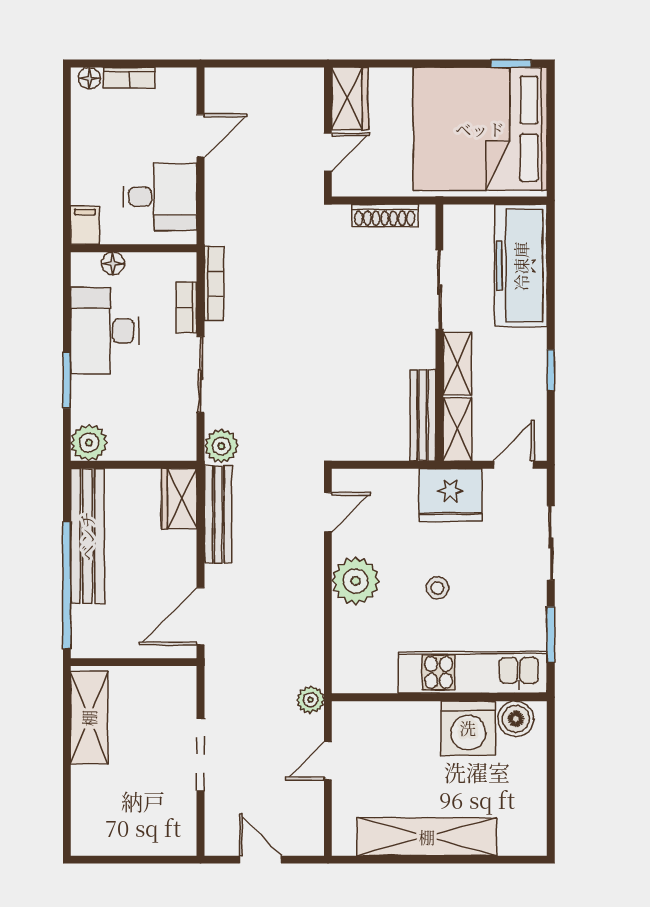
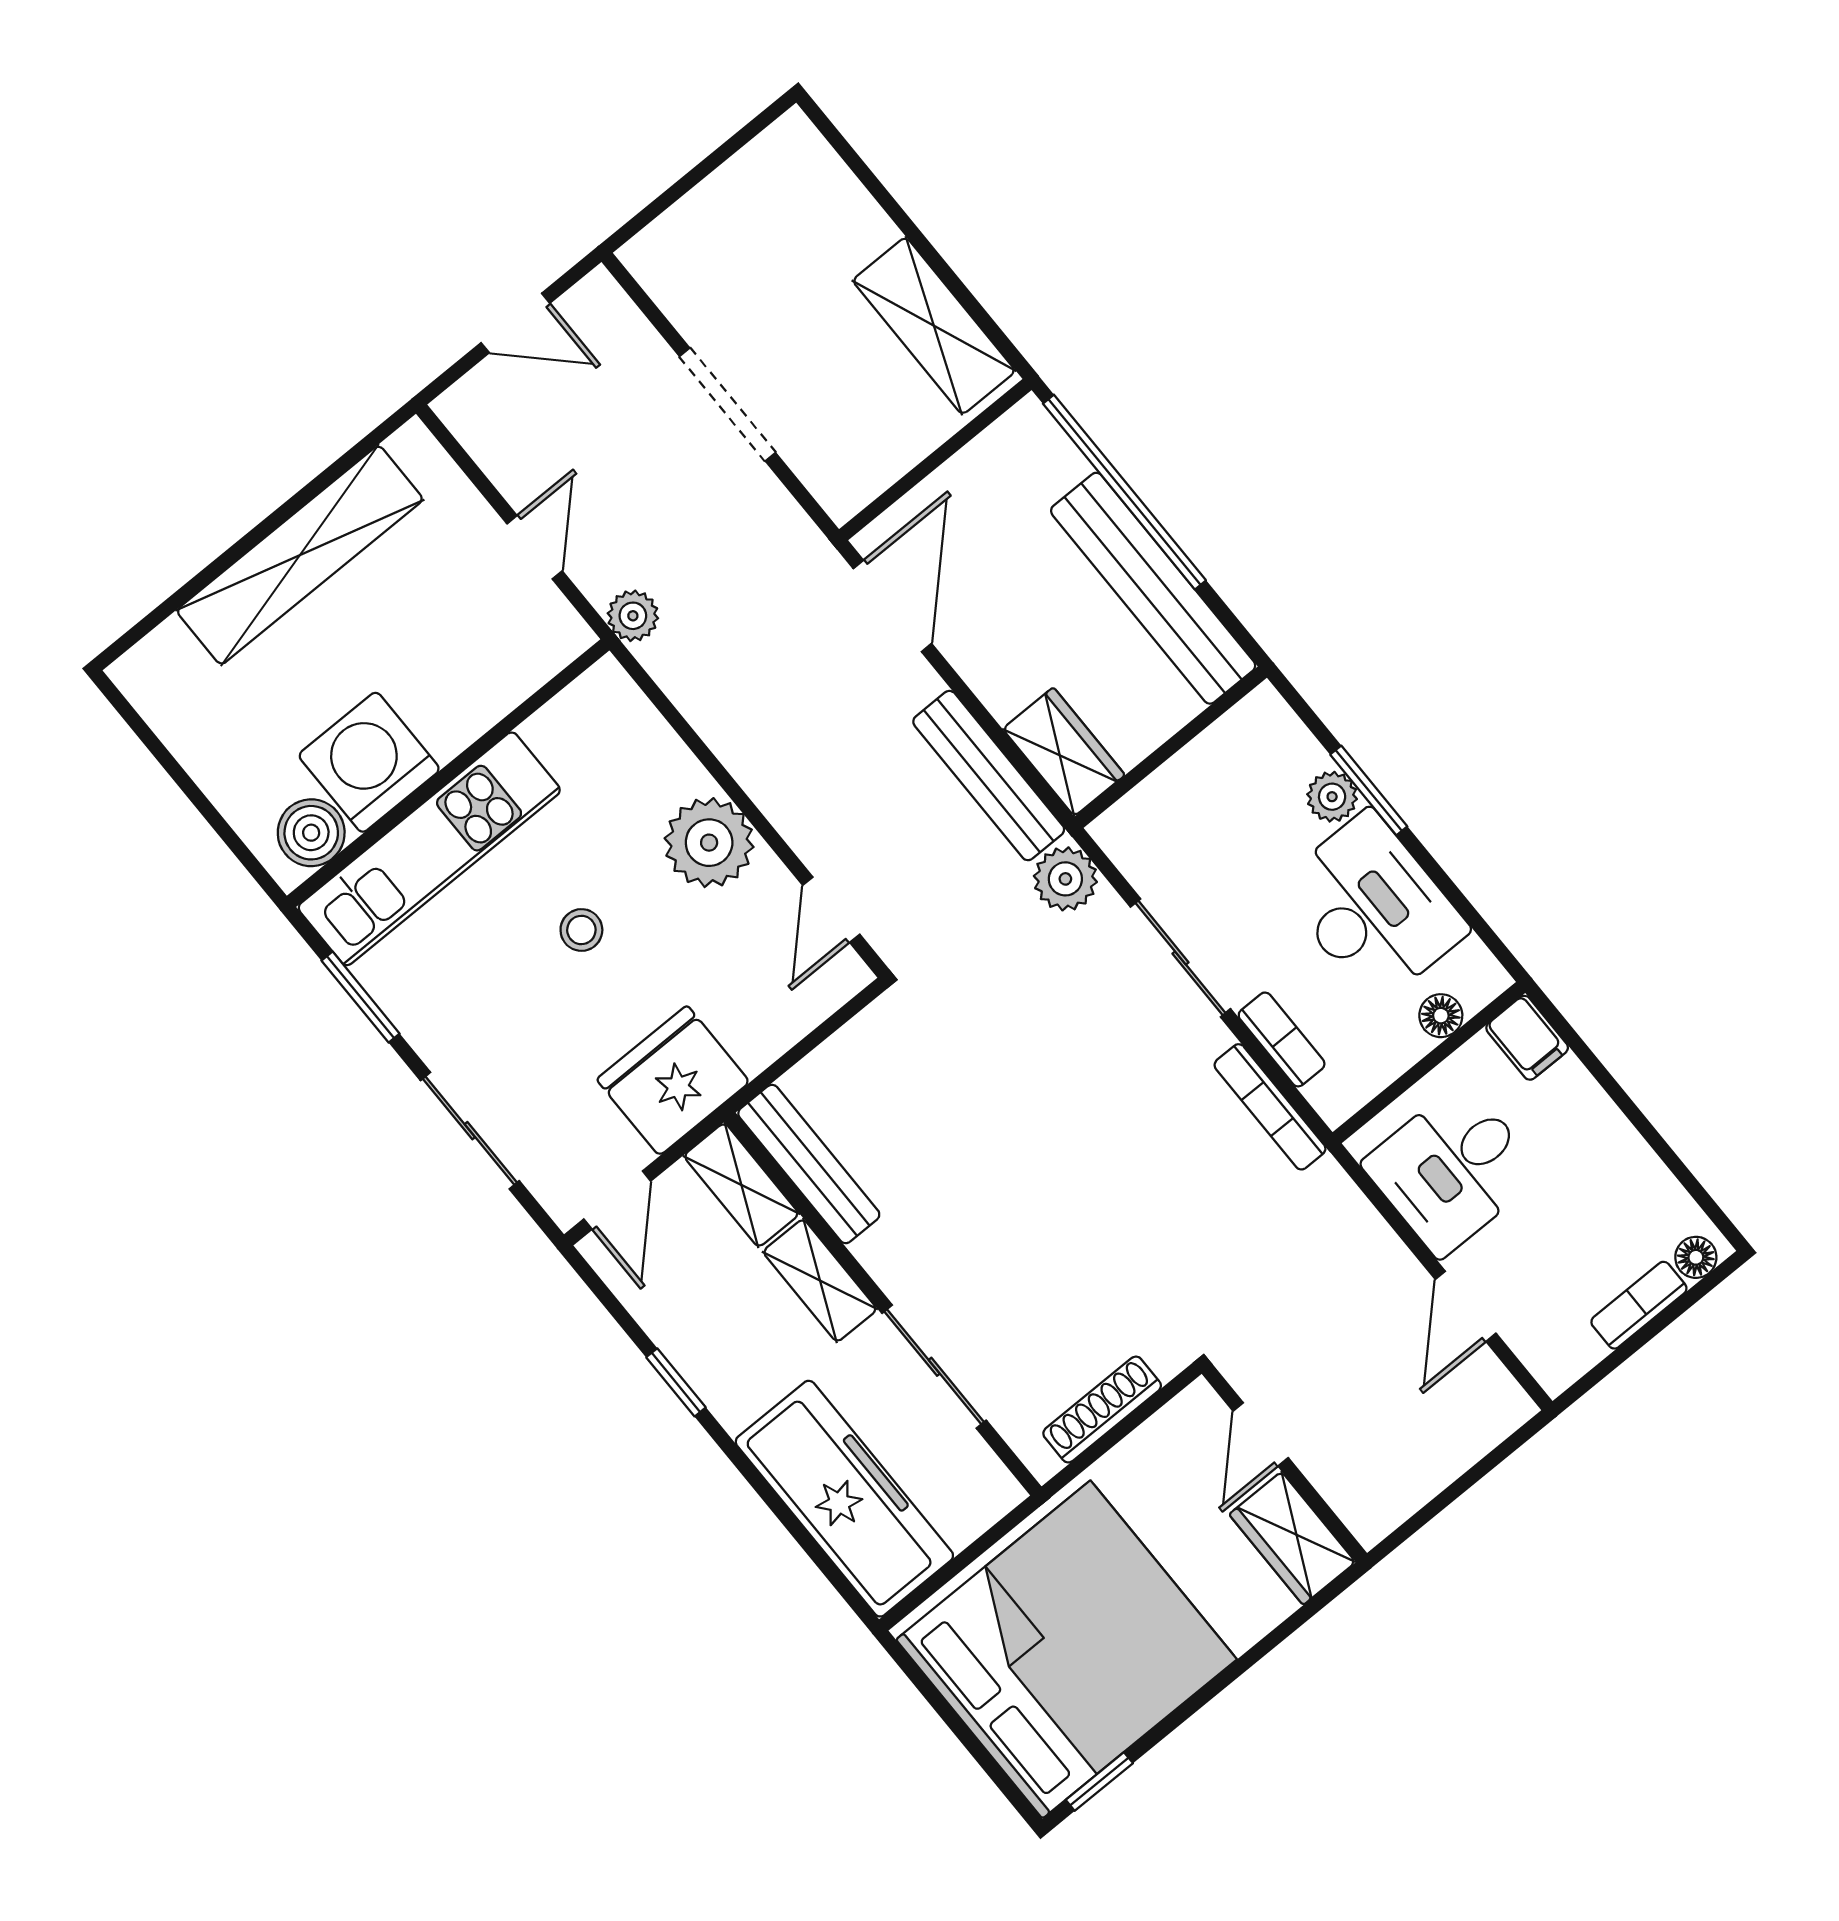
plant: (89, 443) -> (1332, 797), moved, width x0.73, depth x0.73

